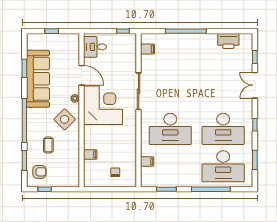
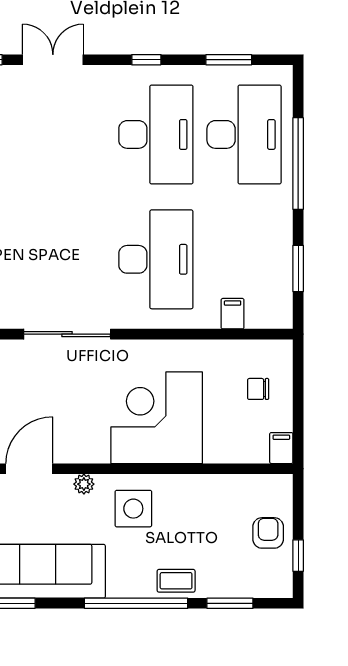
double door: (255, 85) -> (53, 60), swing flipped
corner desk: (103, 105) -> (157, 418), moved
side table: (65, 119) -> (133, 509), turned 45
coffee table: (48, 145) -> (176, 581), moved
filing cabinet: (90, 154) -> (281, 448), moved
armchair: (39, 172) -> (268, 533), moved

